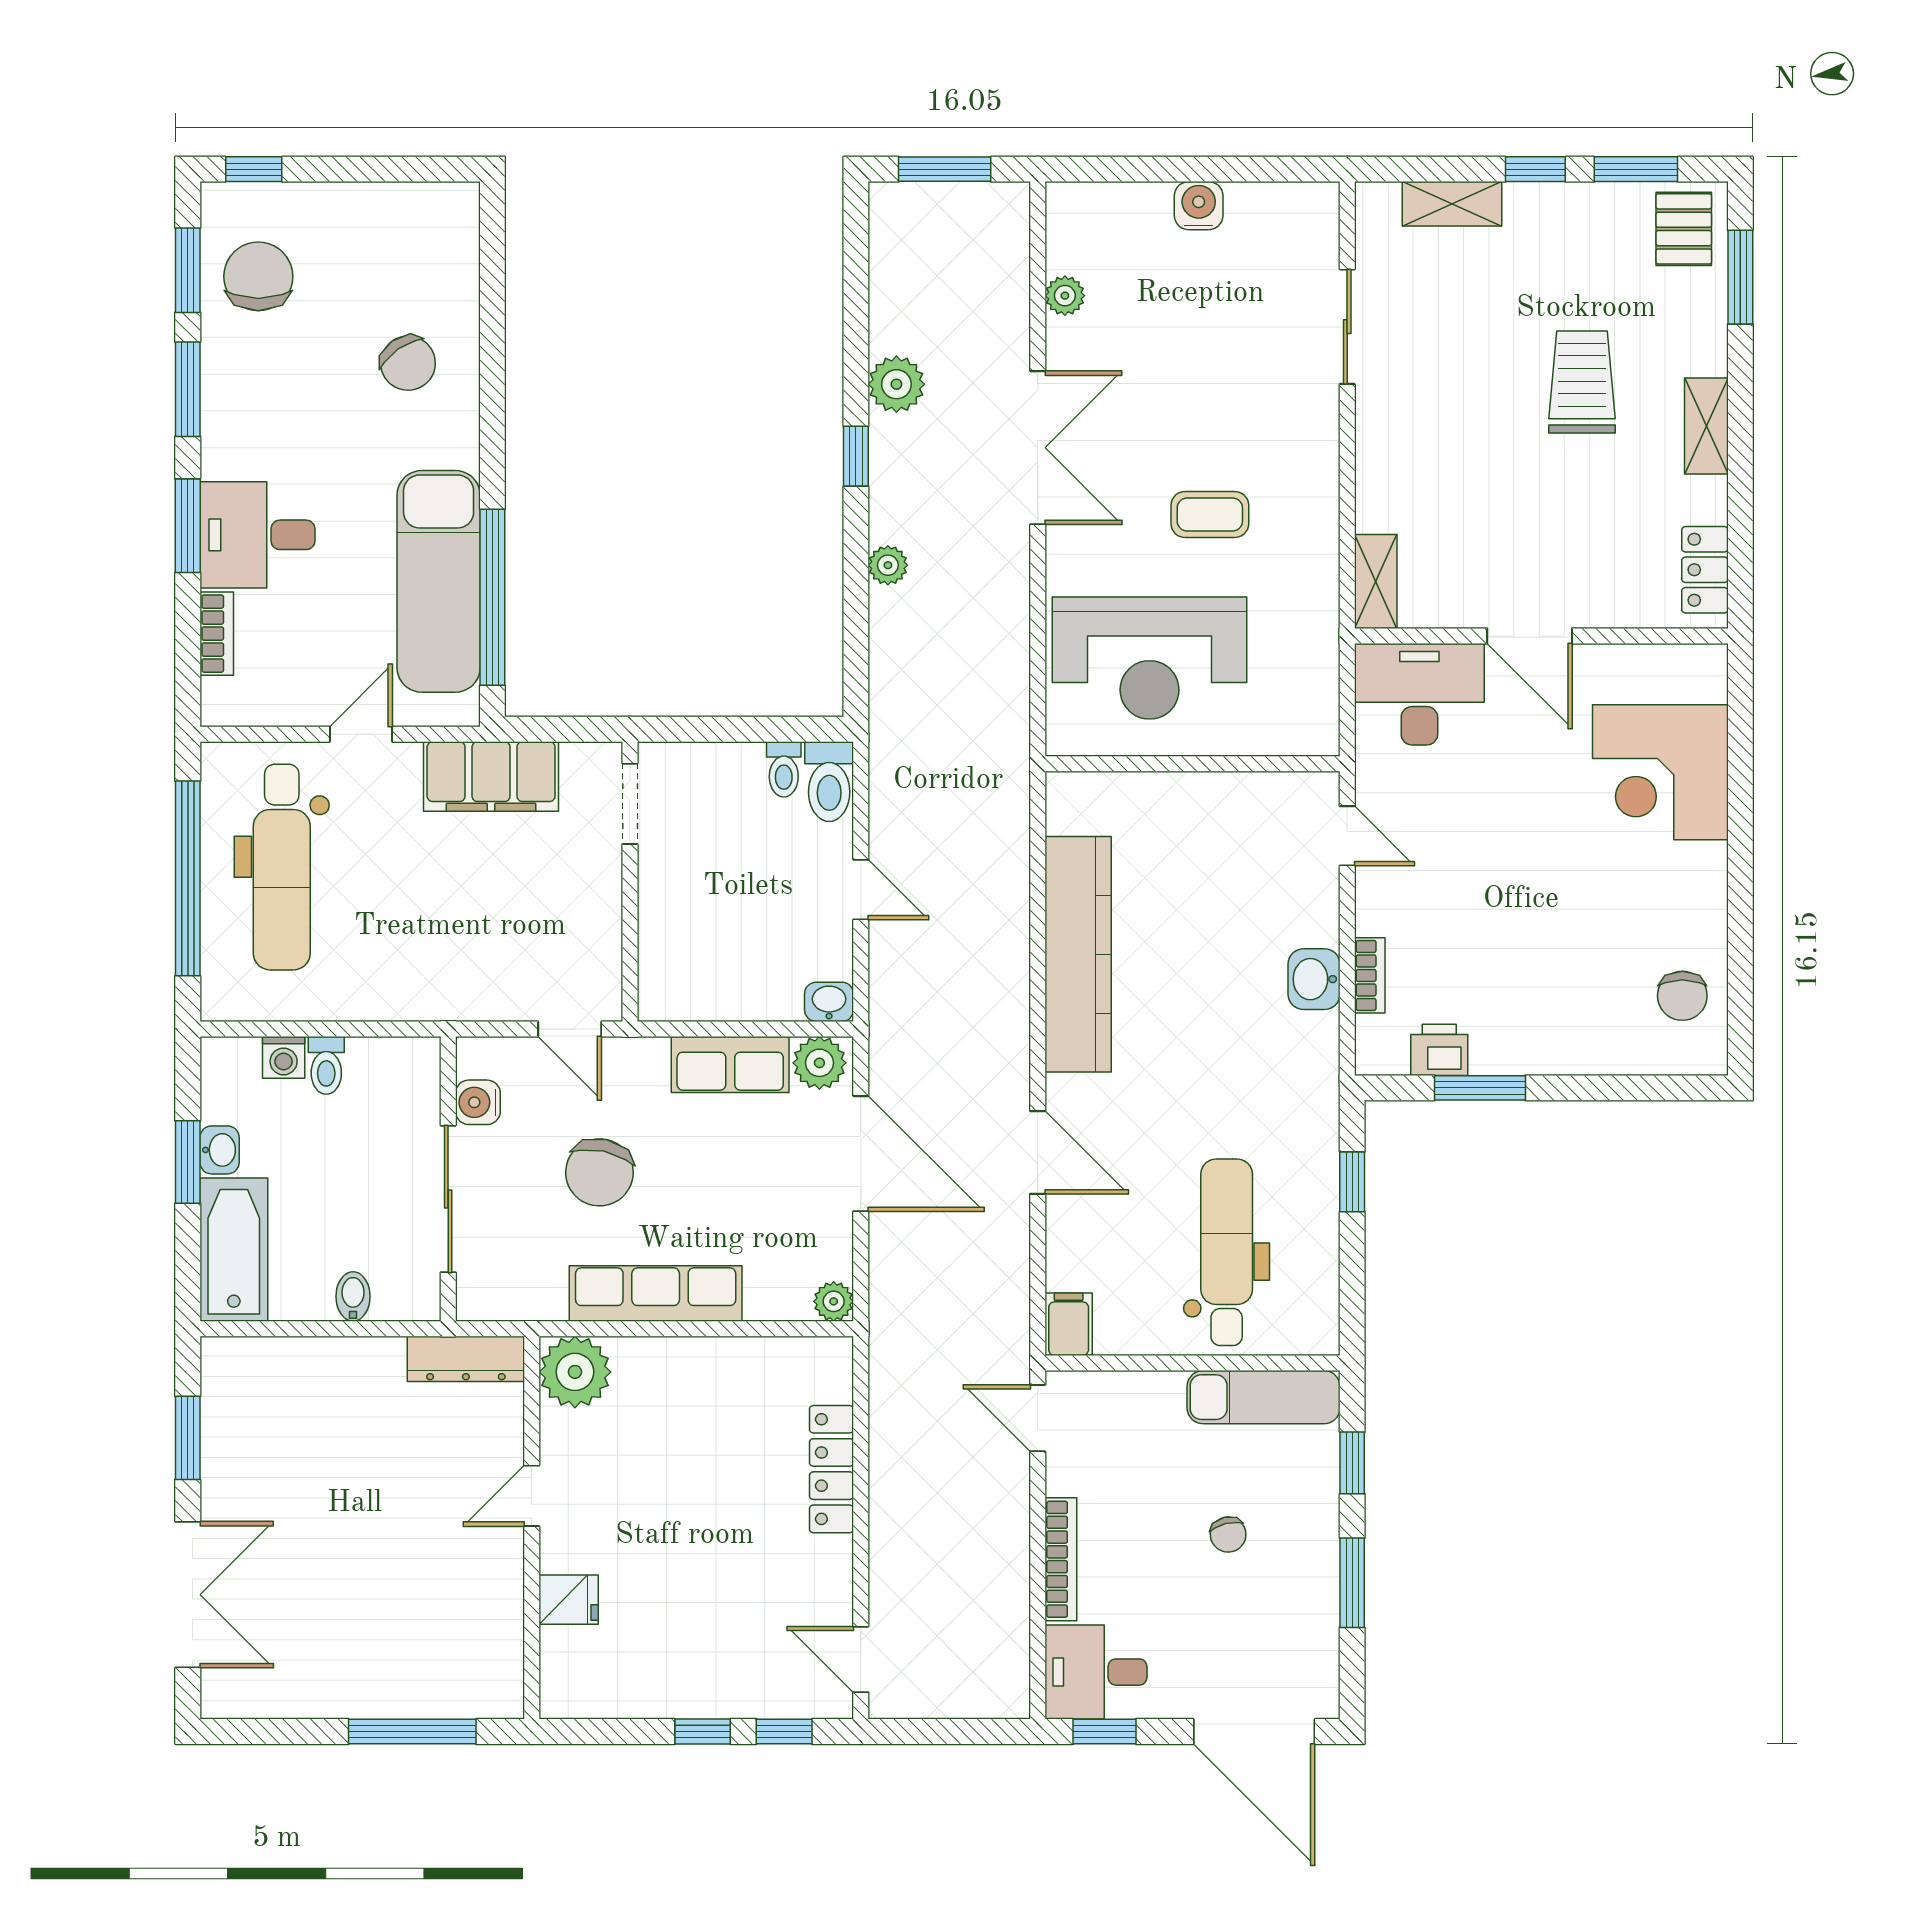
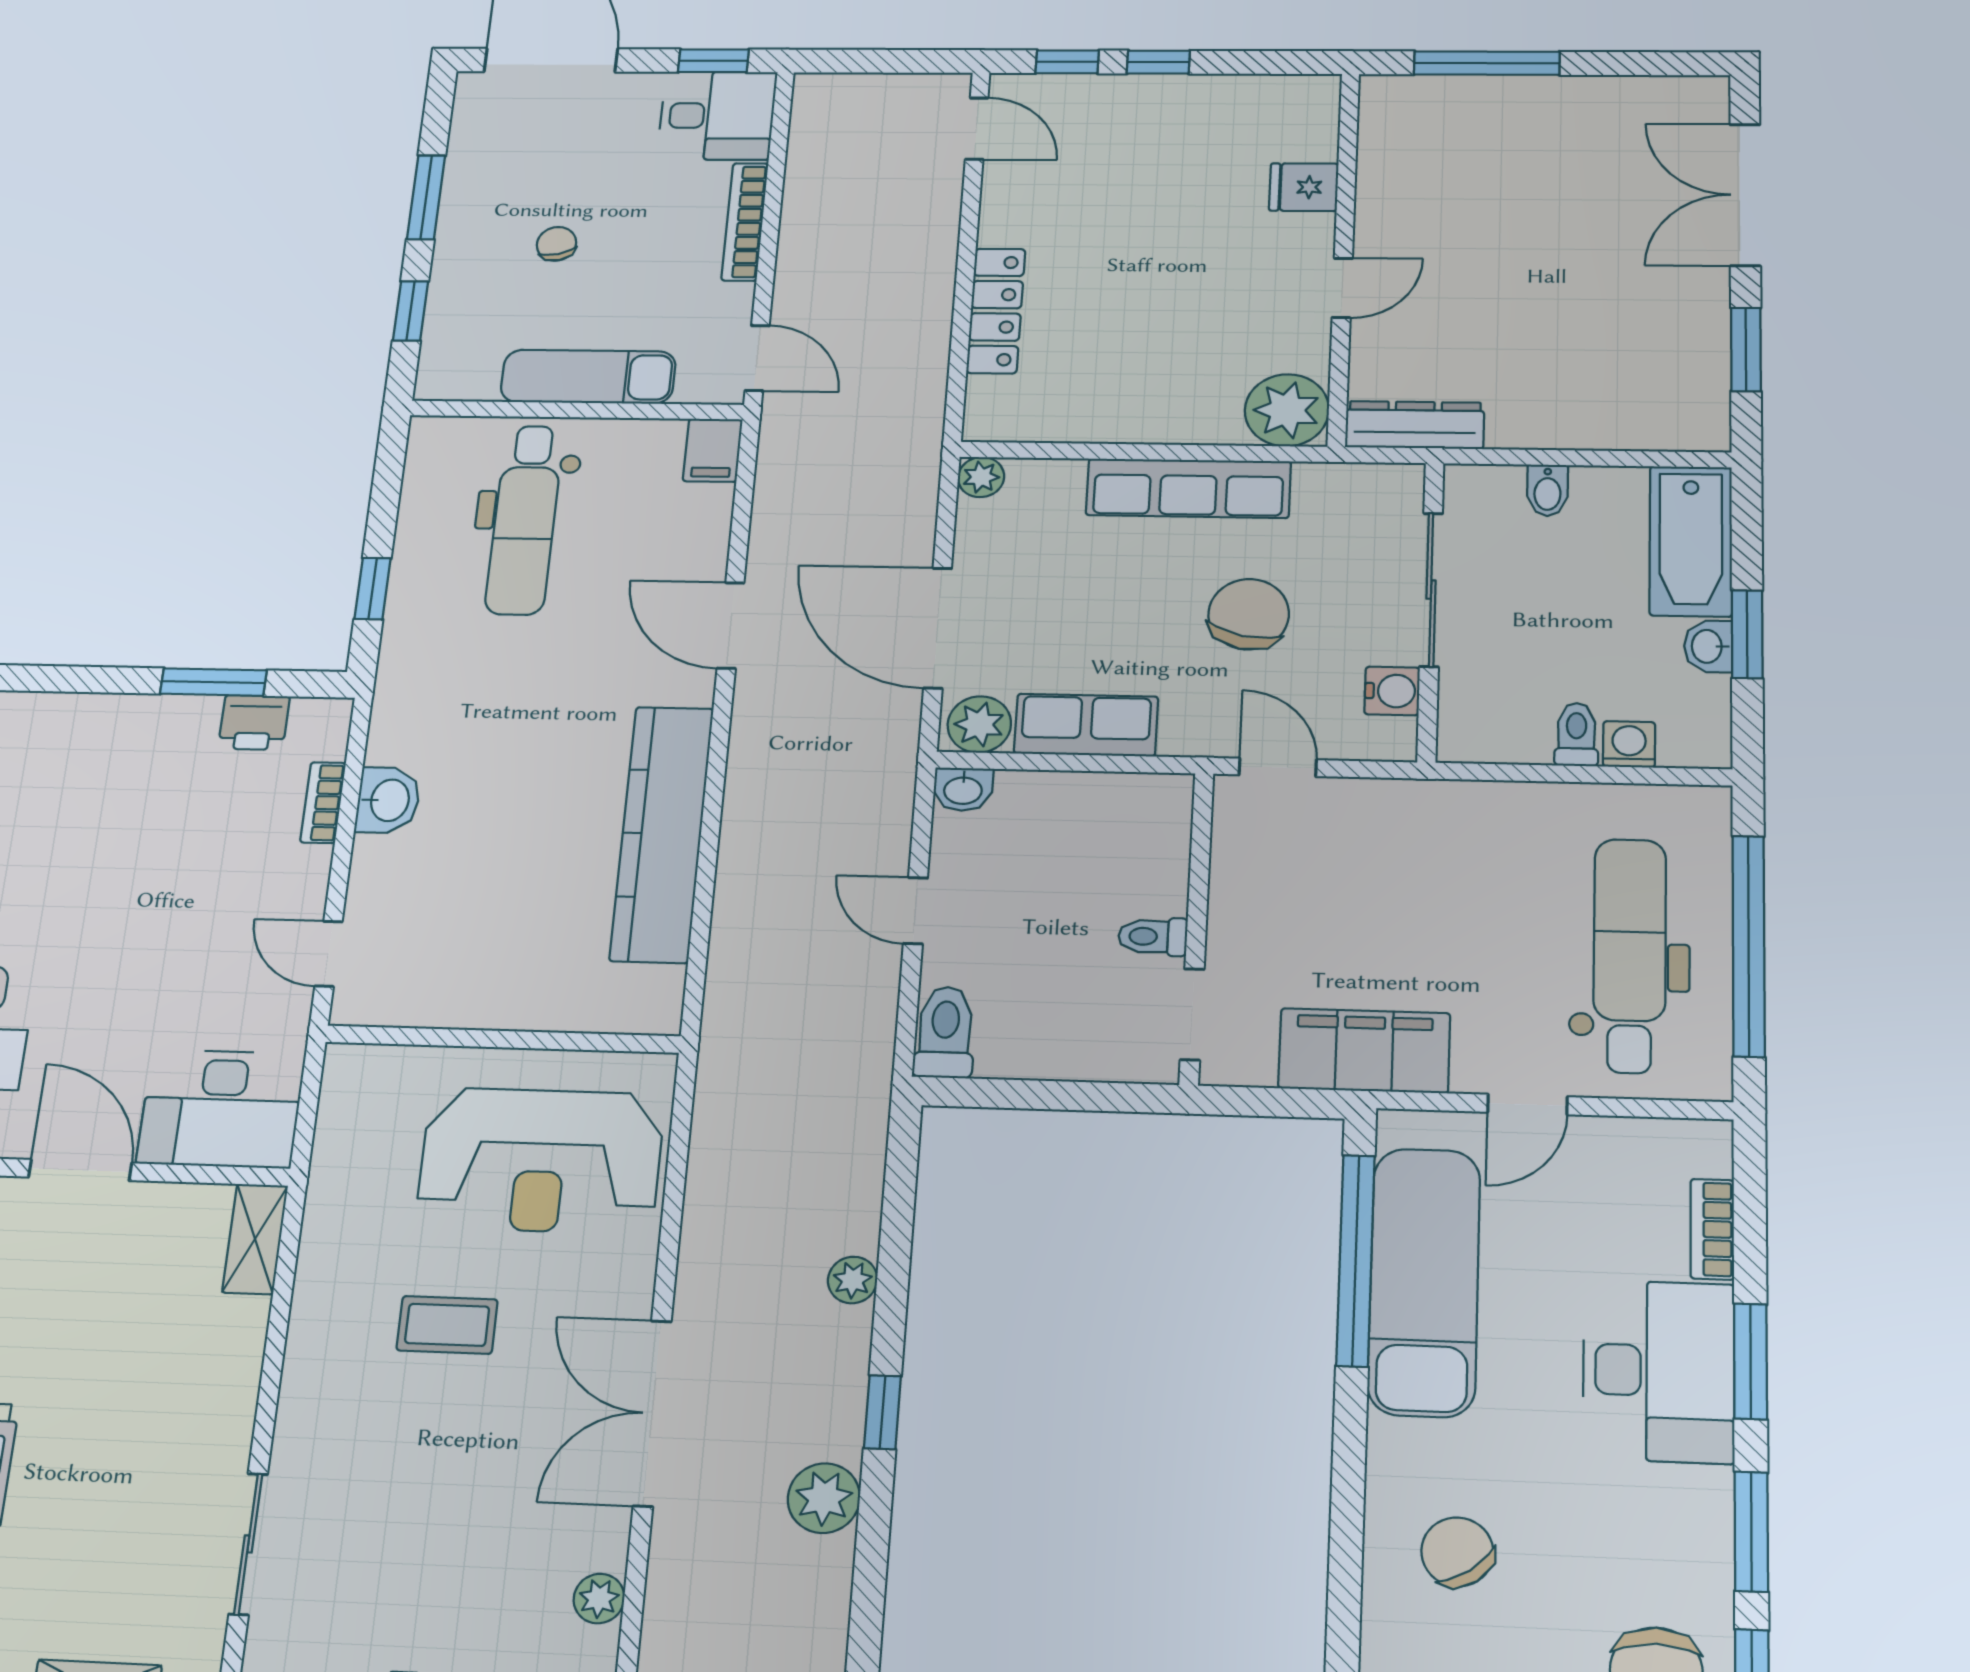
desk: (257, 535) -> (1659, 1371), width x1.37
reception desk: (1150, 658) -> (540, 1160), turned 180
toilet: (784, 769) -> (1153, 937), moved, turned -90
exam couch: (1264, 1397) -> (588, 377), moved

